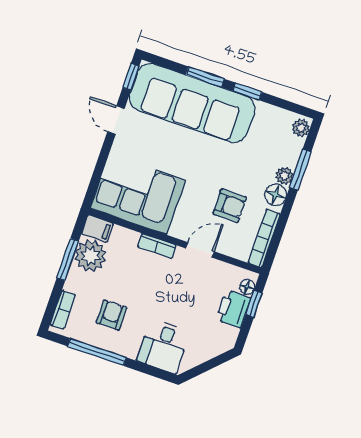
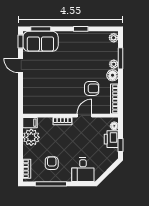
window: (205, 77) -> (41, 29), moved
sofa: (192, 103) -> (40, 41), width x0.54, depth x0.79
corner sofa: (138, 194) -> (44, 99), removed
window: (68, 259) -> (21, 143), removed
window: (254, 304) -> (121, 145), moved

